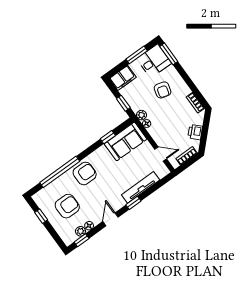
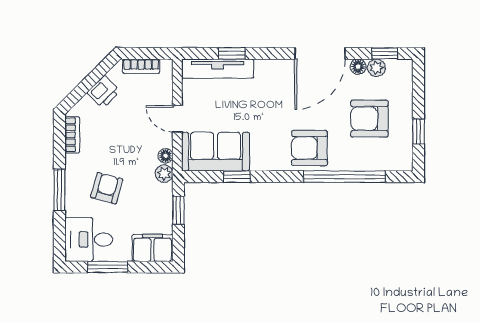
window: (169, 54) -> (59, 190), moved
door: (161, 154) -> (177, 119), moved
tv unit: (141, 187) -> (218, 69), moved
window: (133, 203) -> (232, 53), moved
door: (111, 219) -> (320, 53), width x1.87

